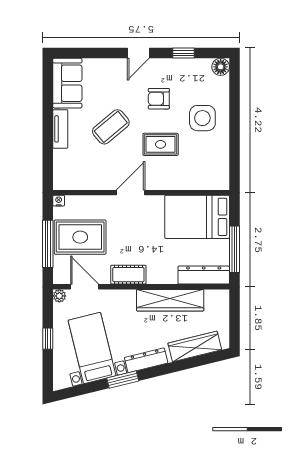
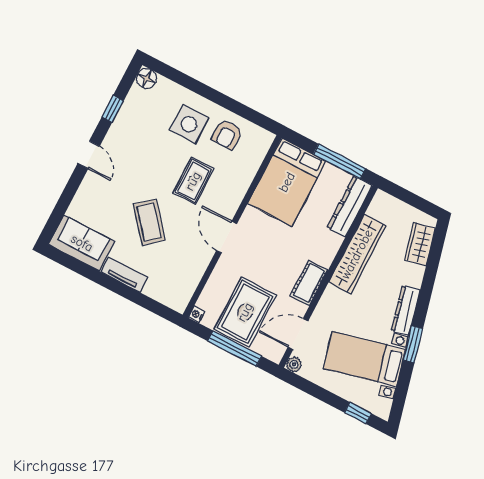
armchair: (159, 99) -> (227, 134), moved
window: (48, 339) -> (358, 413), moved
wardrobe: (195, 346) -> (420, 244), width x0.67

